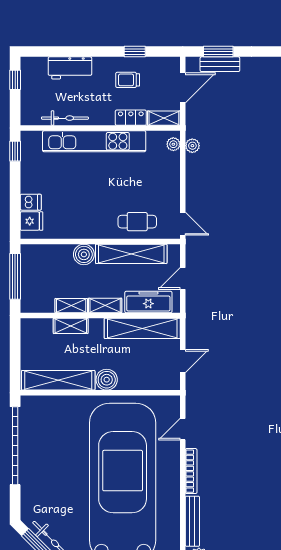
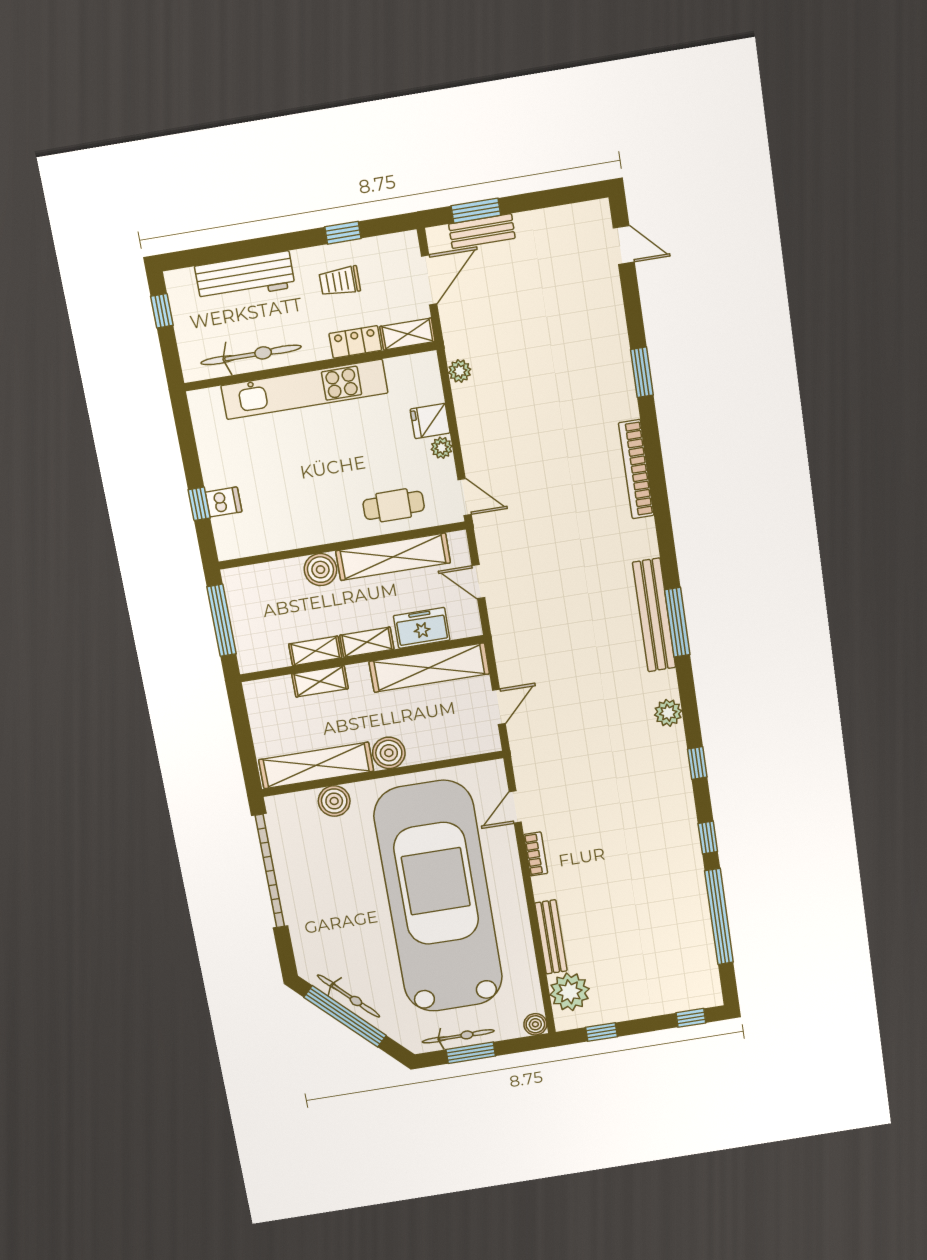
workbench: (70, 68) -> (245, 277), width x1.38
bicycle: (65, 118) -> (251, 355), width x1.37, depth x1.40
plant: (173, 144) -> (442, 448), moved
window: (15, 151) -> (199, 504), moved
fridge: (31, 221) -> (430, 421), moved, turned 180
door: (183, 278) -> (478, 582), hinge flipped
freezer: (148, 302) -> (422, 628), width x0.71
boiler: (66, 406) -> (334, 801), added
bookcase: (191, 471) -> (536, 854), width x0.64

